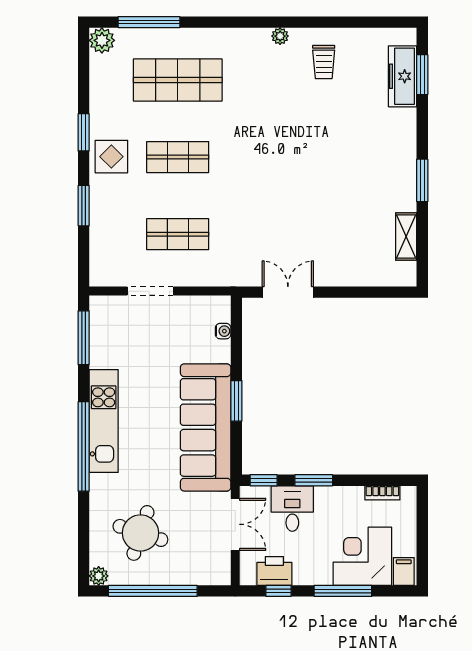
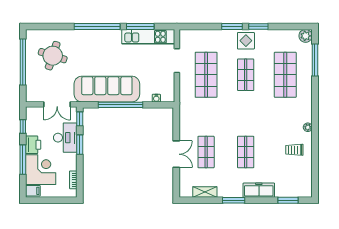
freezer: (403, 76) -> (259, 190), moved
shop shelf: (328, 157) -> (246, 152), added
window: (84, 206) -> (232, 26), moved
shop shelf: (178, 234) -> (206, 75), width x1.43, depth x1.36
shop shelf: (328, 234) -> (206, 152), added
double door: (288, 292) -> (176, 154), moved
window: (84, 338) -> (140, 26), moved
window: (236, 401) -> (121, 105), width x2.11
kitchen unit: (104, 421) -> (148, 37), moved
desk: (292, 509) -> (65, 138), width x1.37
printer: (274, 571) -> (33, 145), moved
plant: (99, 576) -> (31, 34), removed

